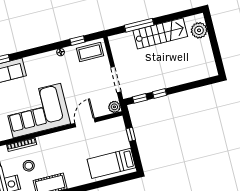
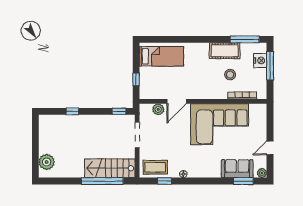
window: (139, 25) -> (102, 181), width x1.46
stairs: (160, 33) -> (110, 168), moved
window: (160, 93) -> (72, 111), moved
plant: (114, 107) -> (158, 109), moved
stool: (29, 166) -> (230, 75), moved

